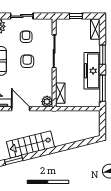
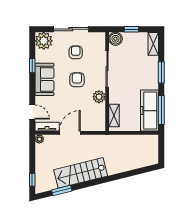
sliding door: (22, 16) -> (71, 29), width x1.37
boiler: (62, 25) -> (115, 39), added
freezer: (92, 71) -> (150, 111), moved
plant: (47, 102) -> (99, 97), moved
door: (21, 109) -> (70, 133), hinge flipped

